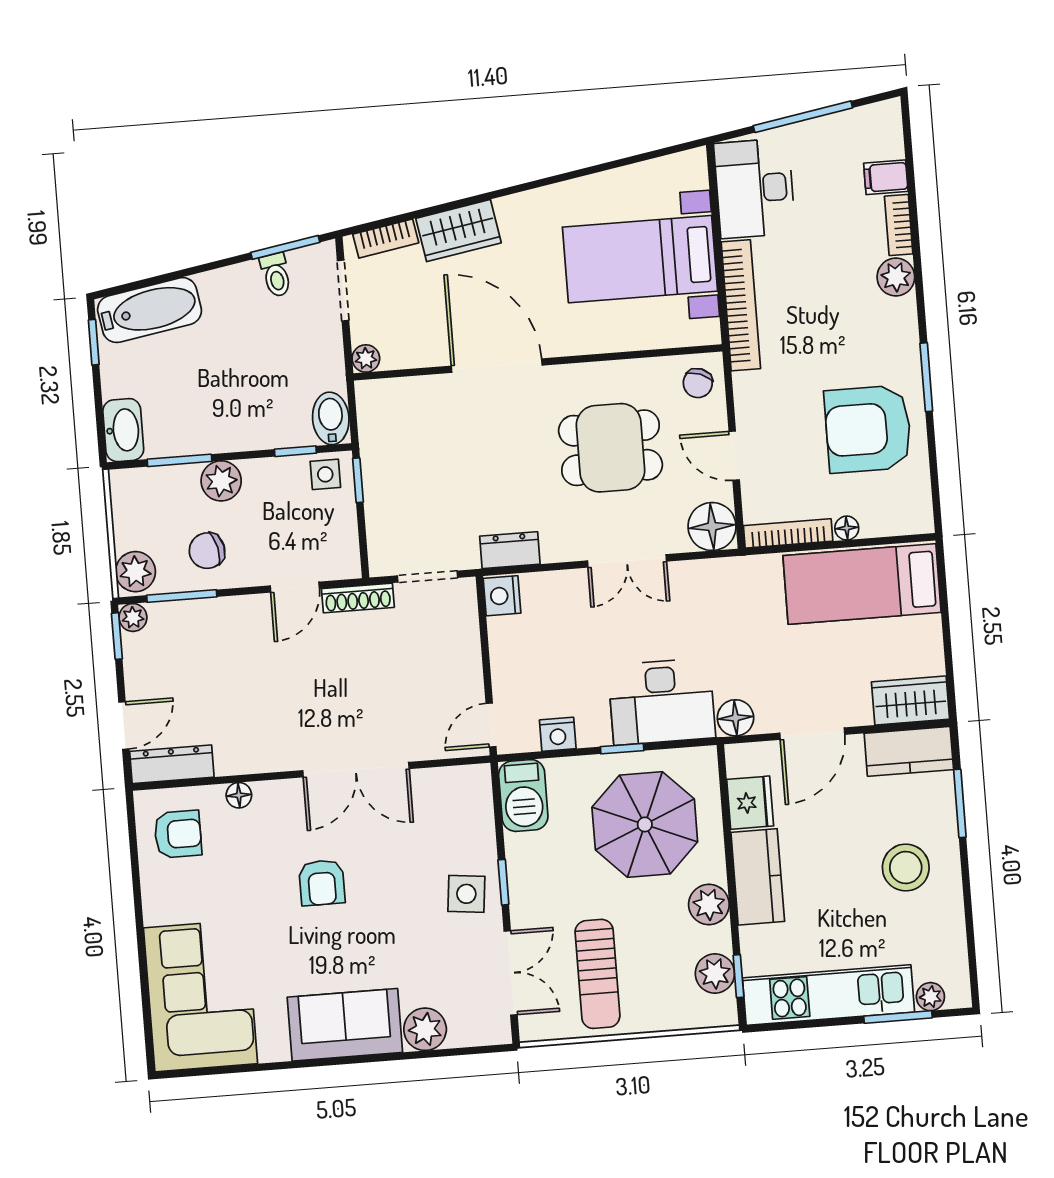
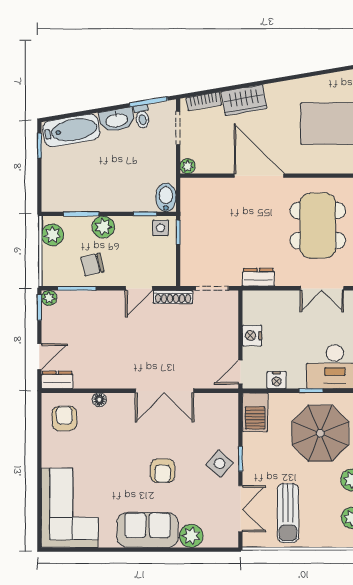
washbasin: (123, 430) -> (117, 120), moved, turned 80
dining table: (611, 448) -> (318, 226), width x1.37
plant: (135, 572) -> (52, 235), moved
nightstand: (502, 596) -> (252, 336), moved
dresser: (172, 764) -> (57, 380), width x0.70
armchair: (178, 834) -> (64, 418), turned -92
armchair: (322, 883) -> (163, 471), moved
side table: (466, 894) -> (220, 464), turned 35

